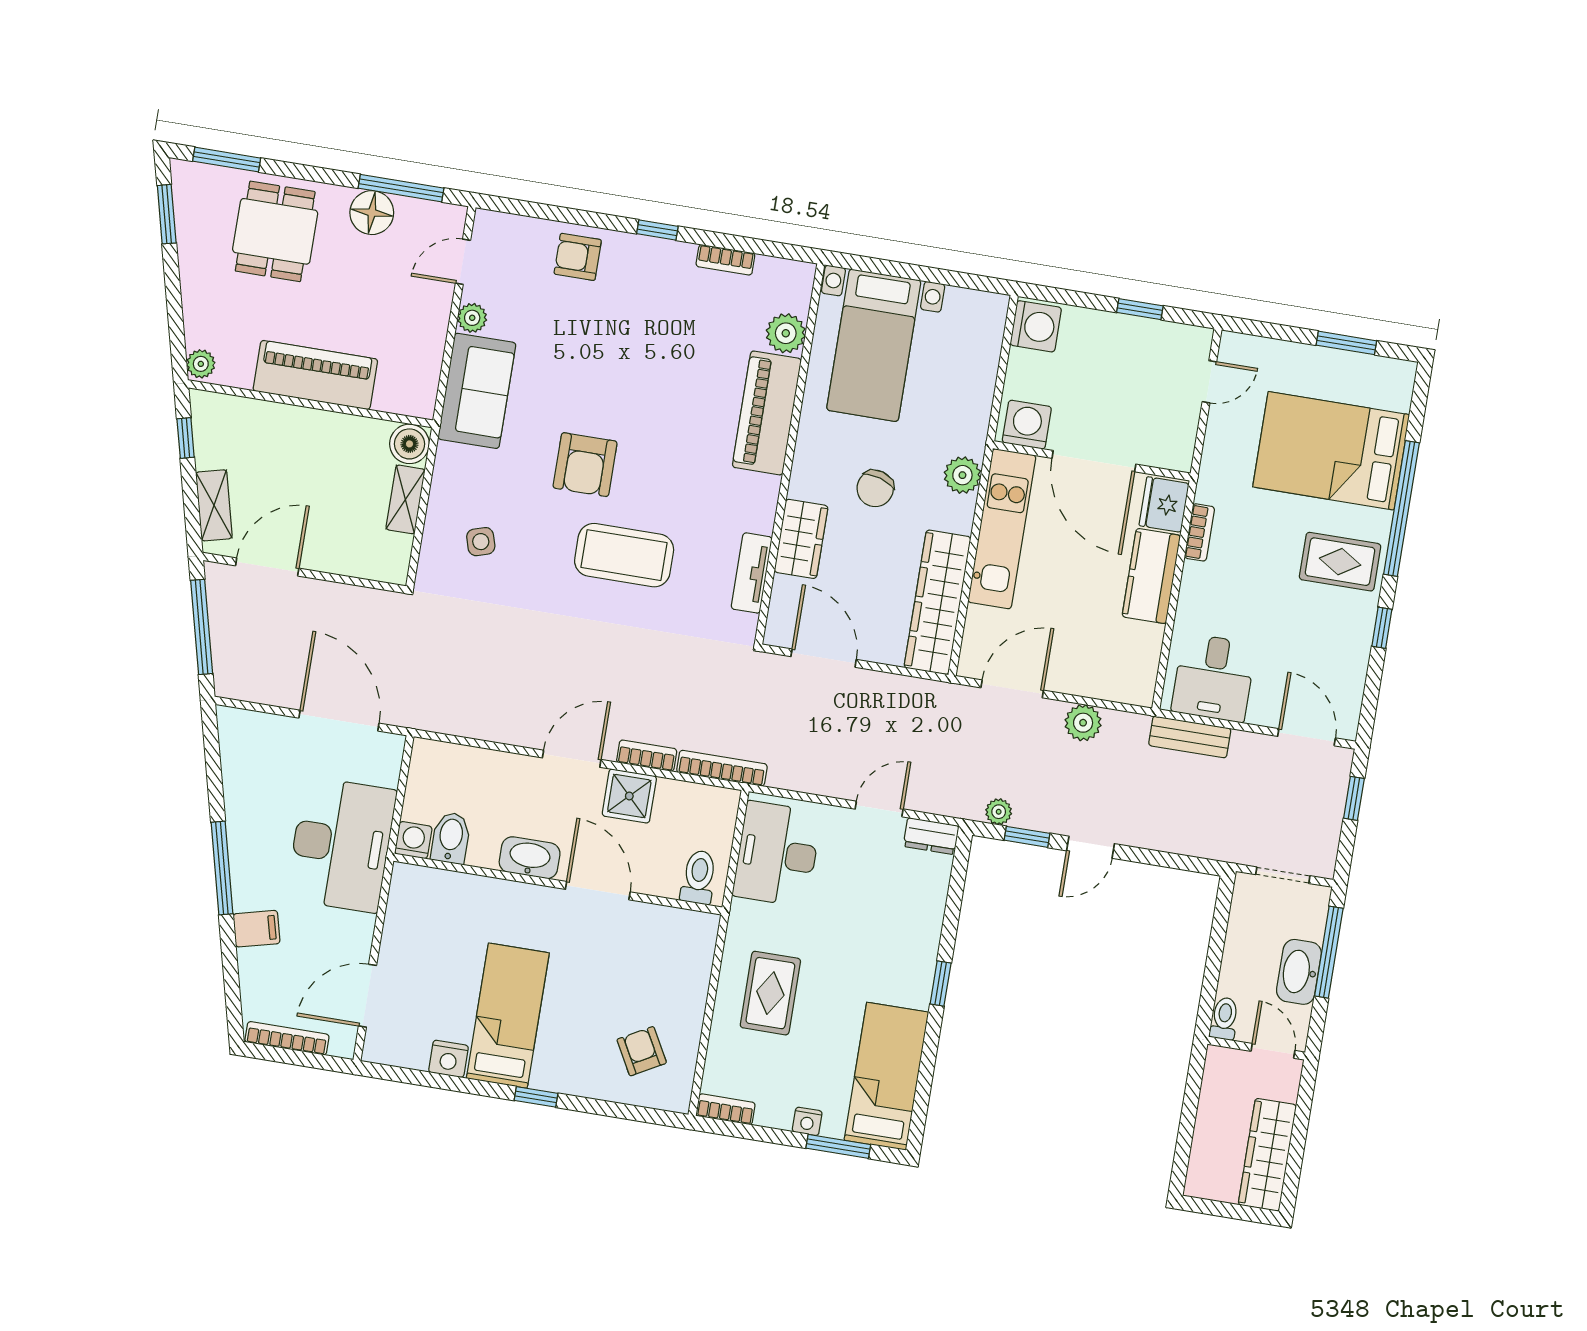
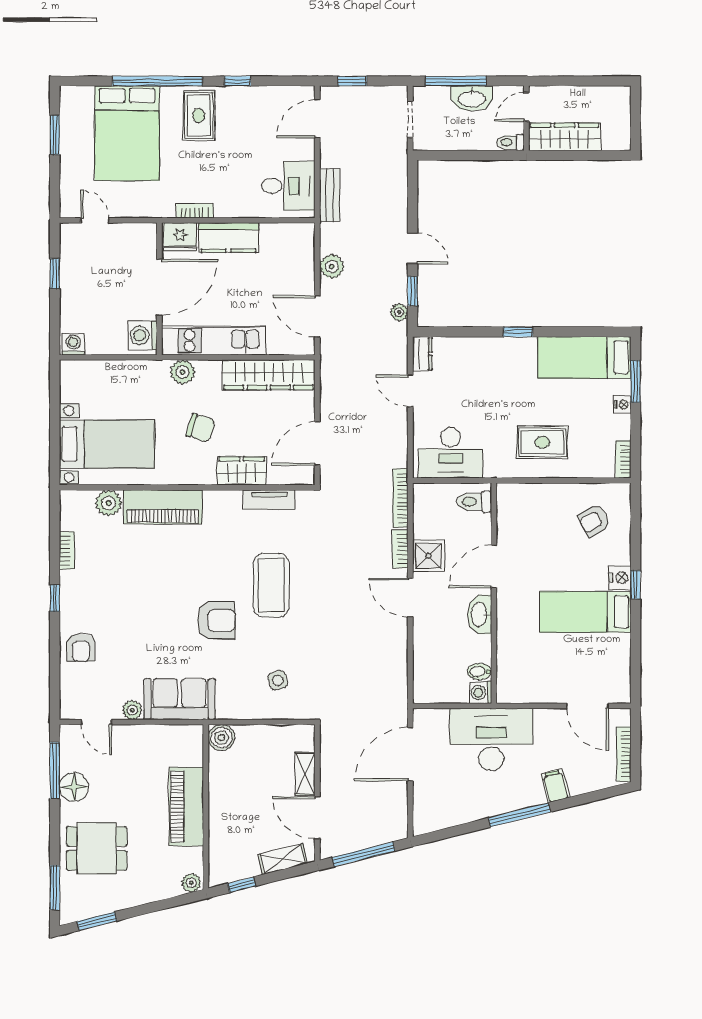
washing machine: (1036, 326) -> (73, 344), width x0.73, depth x0.73
shelving: (405, 499) -> (305, 774), moved, turned 90
bidet: (451, 838) -> (479, 671), width x0.72, depth x0.74
nightstand: (448, 1059) -> (620, 578), moved
wardrobe: (1267, 1155) -> (565, 137), moved, turned 180

